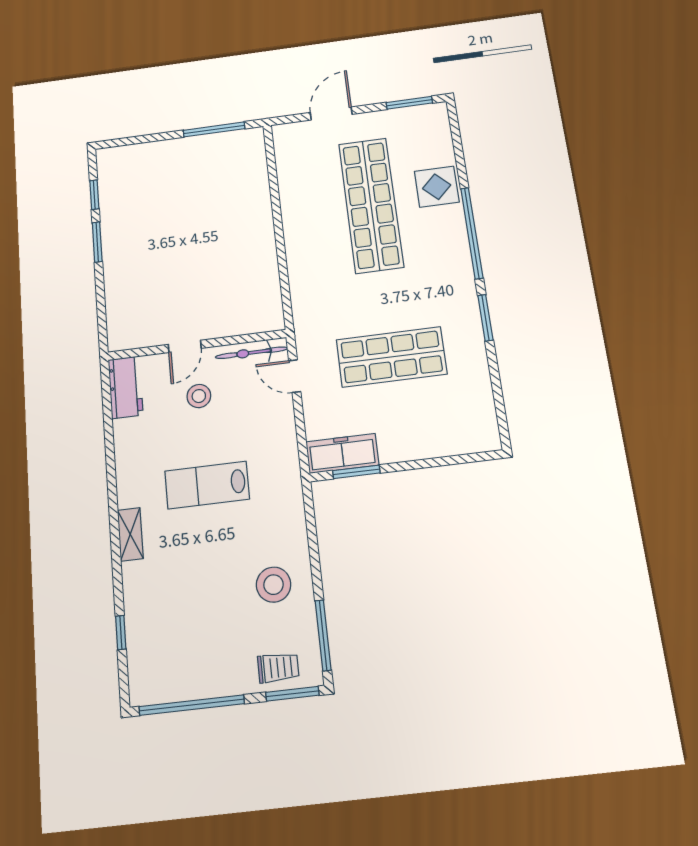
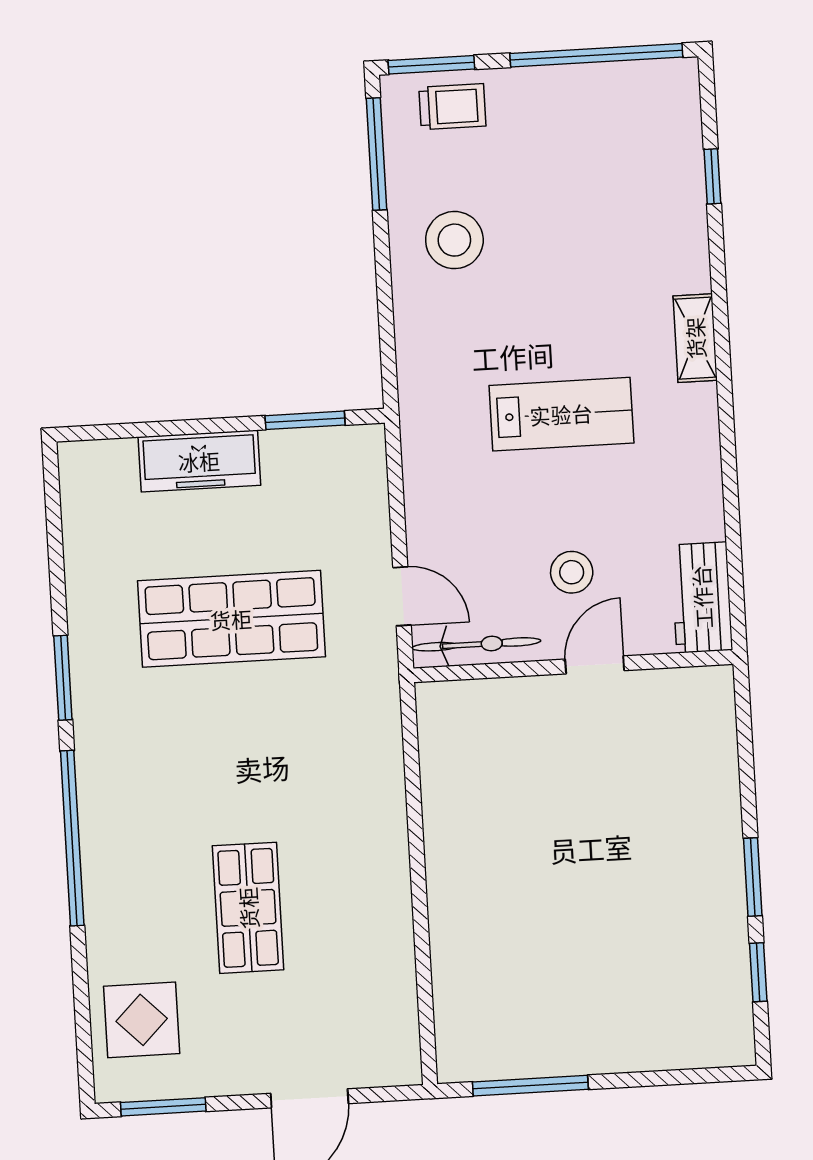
display table: (437, 187) -> (142, 1020), moved
shop shelf: (371, 205) -> (248, 908), width x0.50, depth x0.74
freezer: (342, 453) -> (199, 461), moved
trolley: (278, 668) -> (452, 107), turned 180

